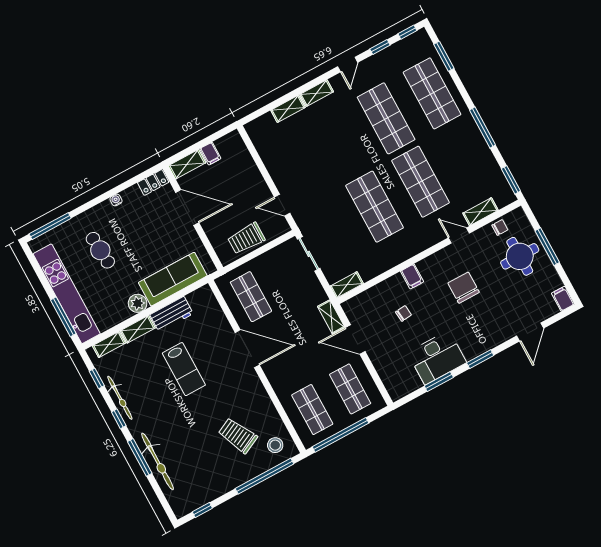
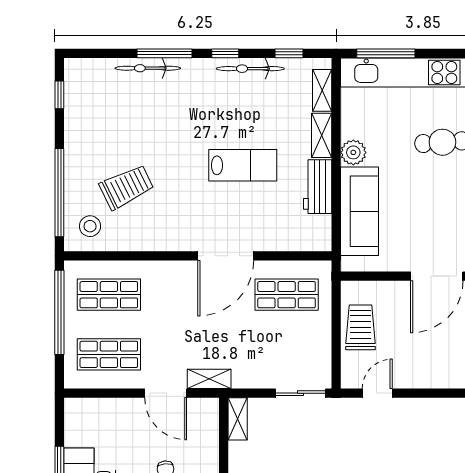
door: (355, 339) -> (166, 393), swing flipped
lab bench: (184, 369) -> (243, 165), turned 180
bicycle: (158, 462) -> (148, 68), width x0.73, depth x0.71

